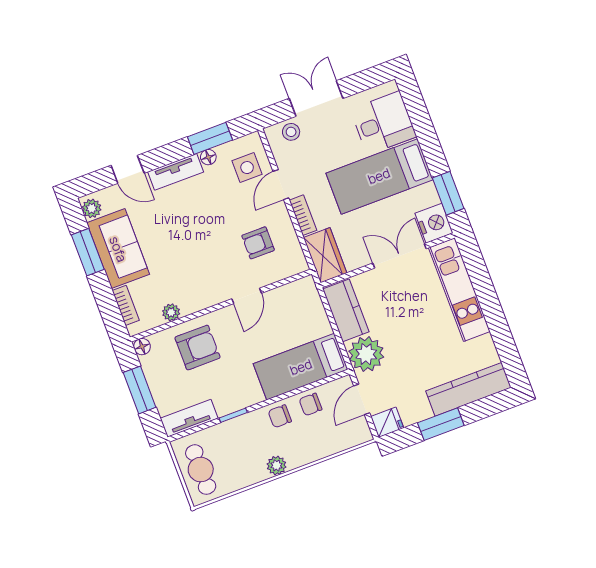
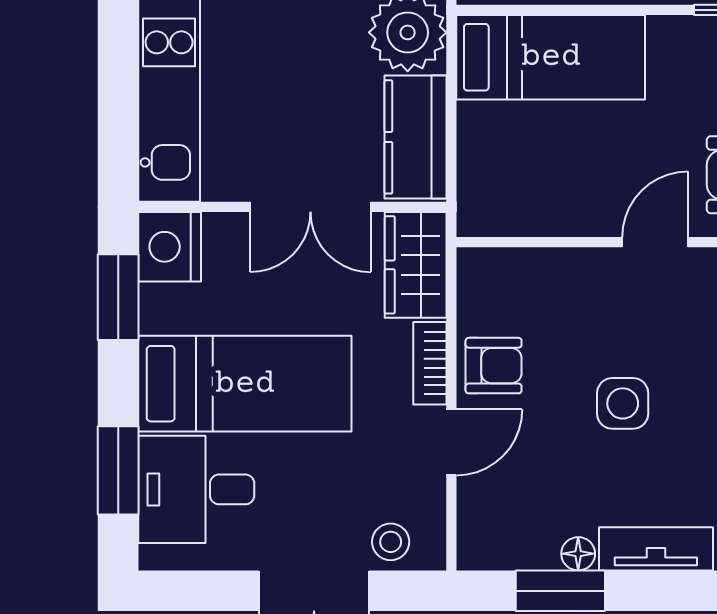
window: (420, 119) -> (118, 470), added
side table: (247, 168) -> (623, 403), moved
armchair: (258, 243) -> (494, 366), moved
double door: (399, 256) -> (310, 207), moved
door: (247, 296) -> (655, 242), moved

